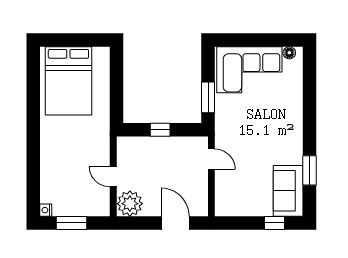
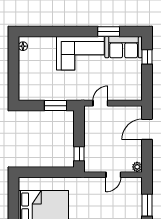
corner sofa: (249, 70) -> (80, 53), moved, turned 90
window: (160, 130) -> (79, 154), moved
plant: (130, 204) -> (137, 167), width x0.53, depth x0.53

